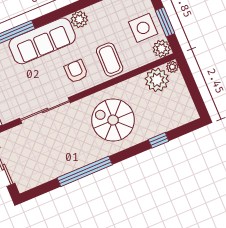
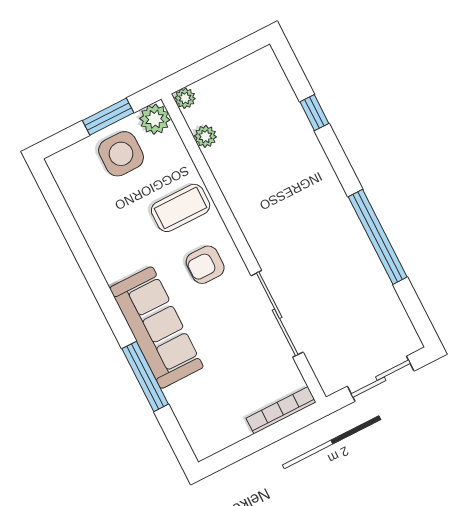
plant: (79, 19) -> (114, 266), removed
plant: (157, 80) -> (205, 136), width x0.53, depth x0.53
spiral stairs: (113, 120) -> (285, 194), removed

